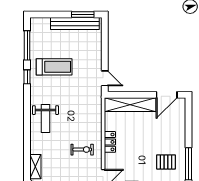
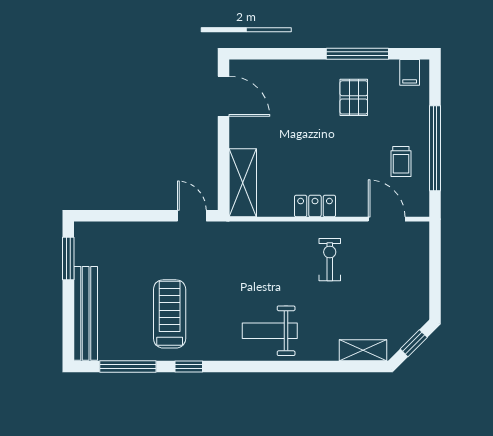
bench: (75, 23) -> (86, 313), moved
door: (105, 78) -> (192, 216), hinge flipped
shelving: (130, 105) -> (243, 183), width x0.68
weight bench: (45, 119) -> (270, 331), turned 180

